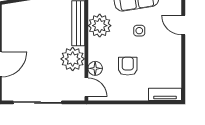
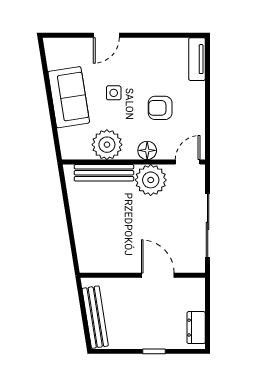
floor lamp: (95, 68) -> (147, 150), moved

